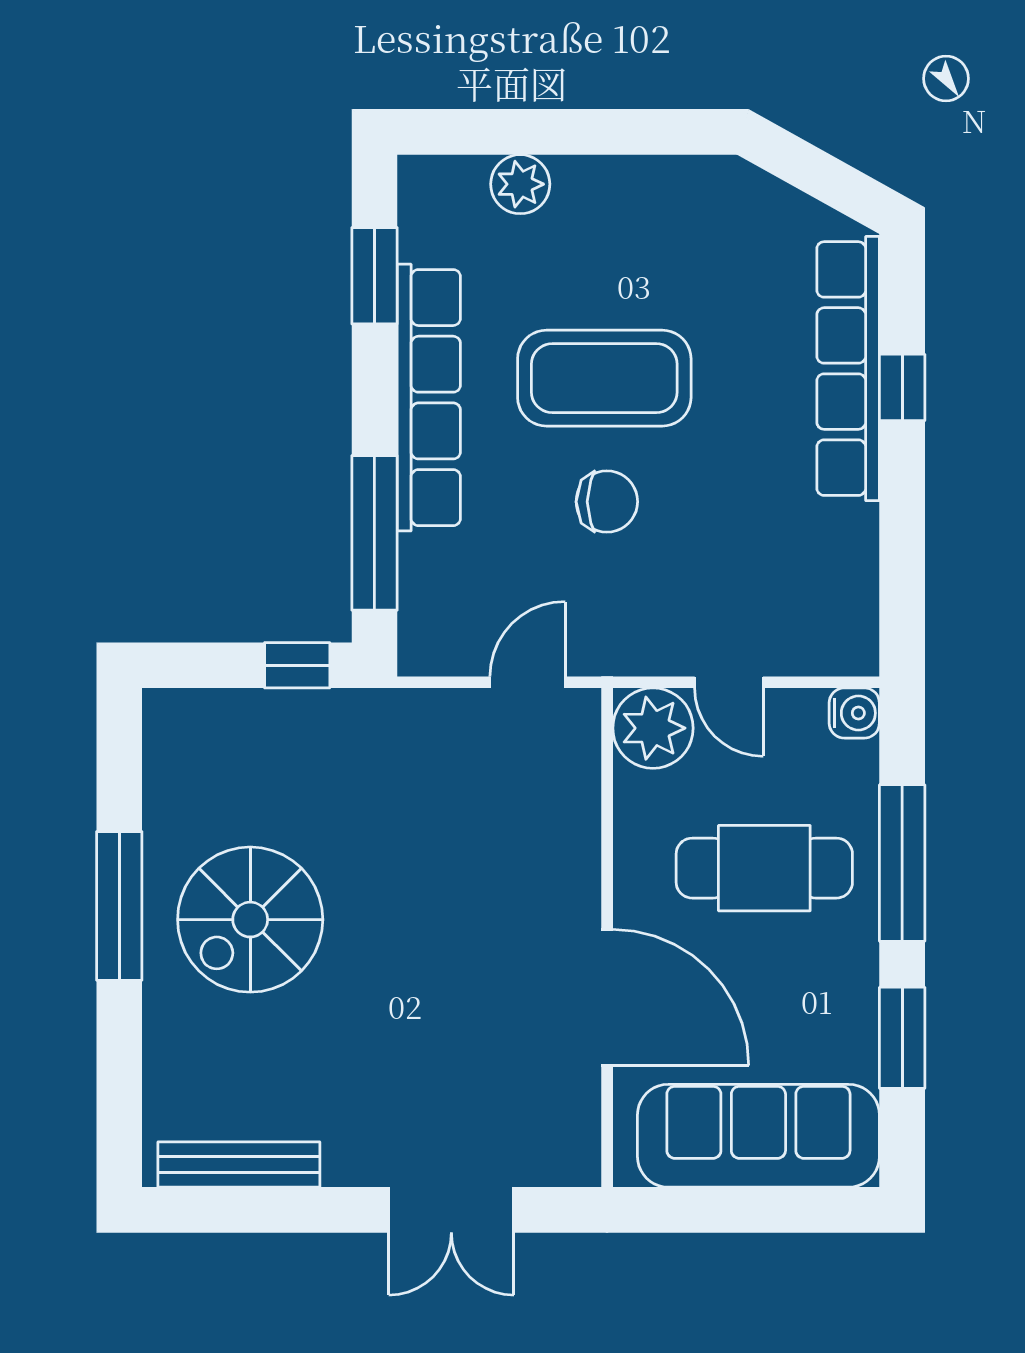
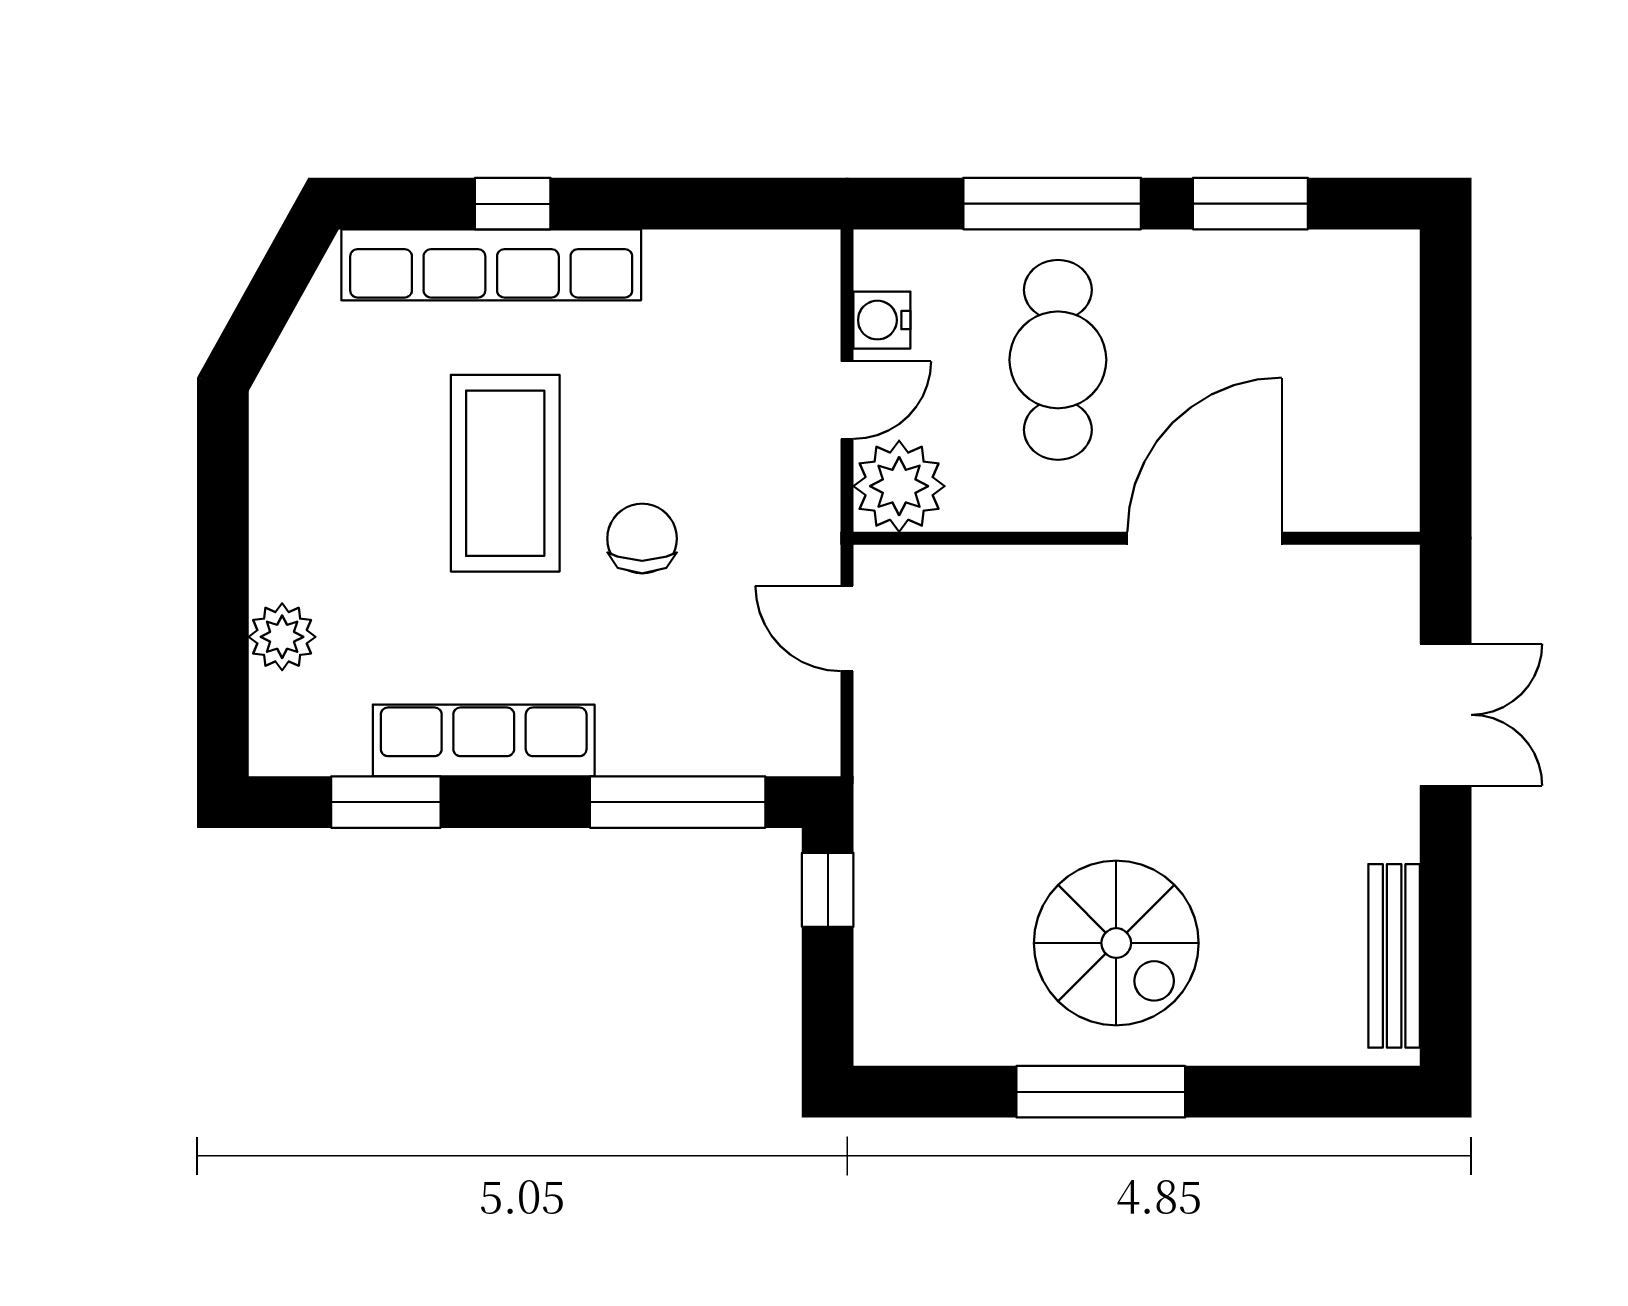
coffee table: (604, 378) -> (505, 473), moved
row of seats: (429, 398) -> (484, 740), width x0.73
water cooler: (854, 713) -> (882, 320), moved, turned -90
sofa: (758, 1136) -> (1361, 367), removed

